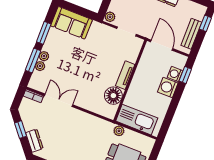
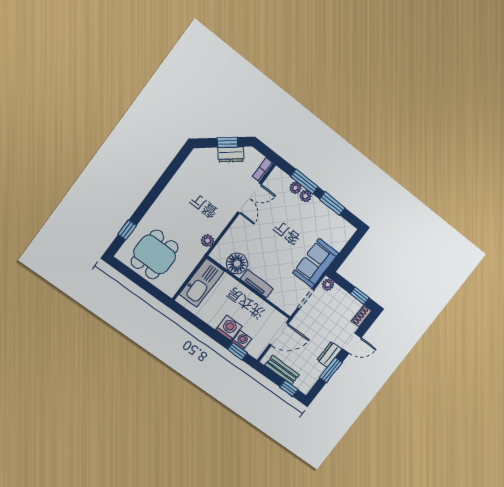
sofa: (71, 23) -> (316, 263), moved
plant: (119, 131) -> (207, 241), moved
dresser: (34, 141) -> (231, 154), moved

